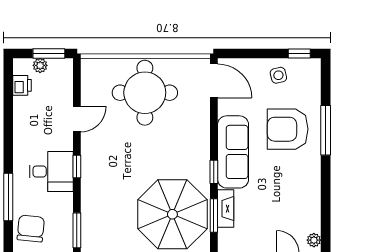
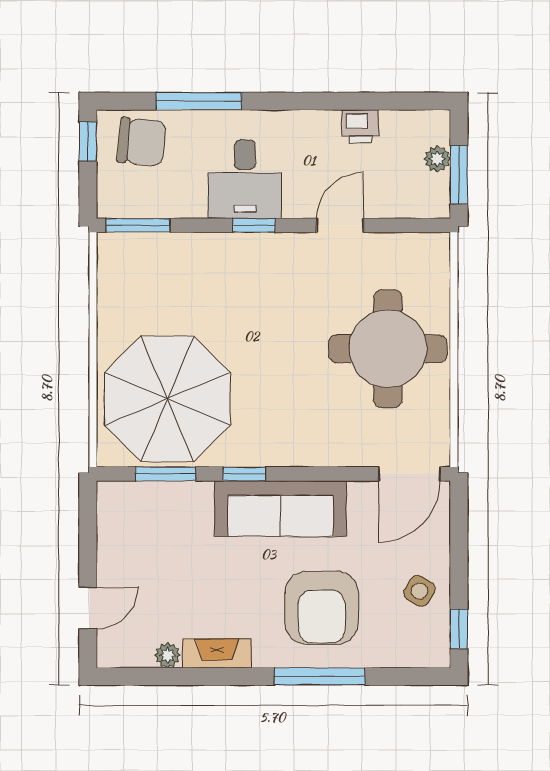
side table: (278, 75) -> (419, 591), turned 45
printer: (22, 85) -> (360, 126), moved
door: (77, 119) -> (340, 225), swing flipped
armchair: (288, 129) -> (322, 608), turned 180
fireplace: (226, 209) -> (217, 653), moved, turned 180
plant: (314, 240) -> (168, 655), moved

